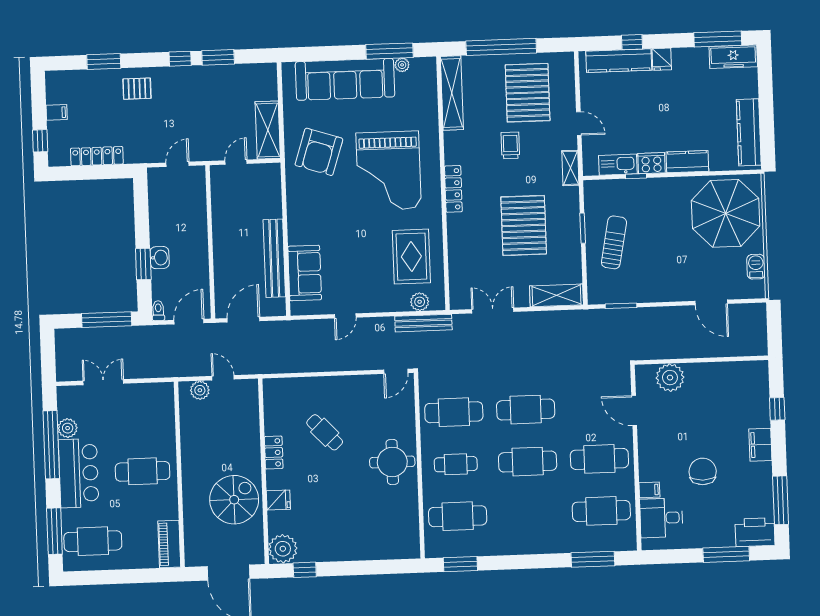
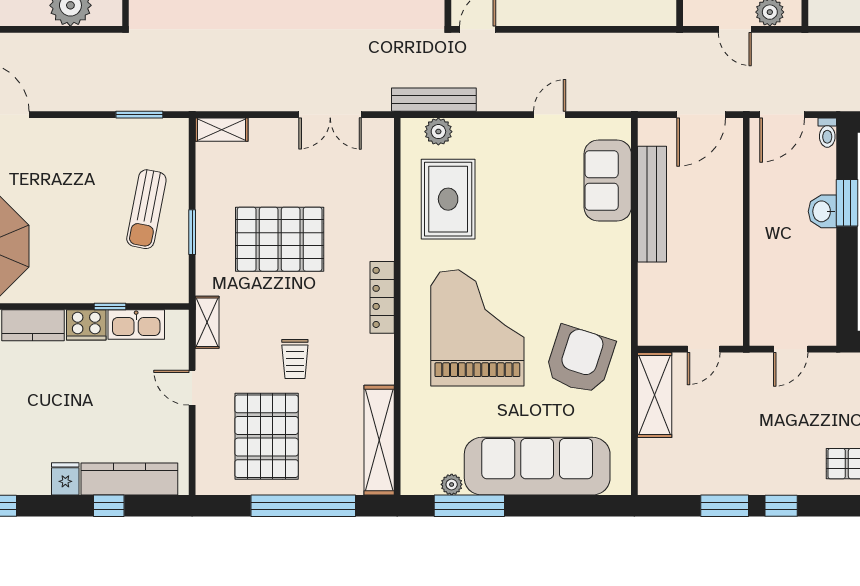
pallet: (524, 225) -> (280, 239), turned 90
shelving: (556, 295) -> (222, 130), width x0.67, depth x0.75

